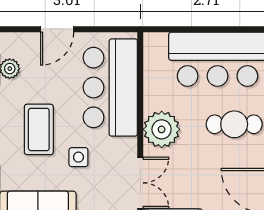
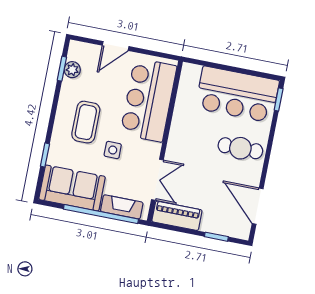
plant: (162, 129) -> (182, 141), removed

